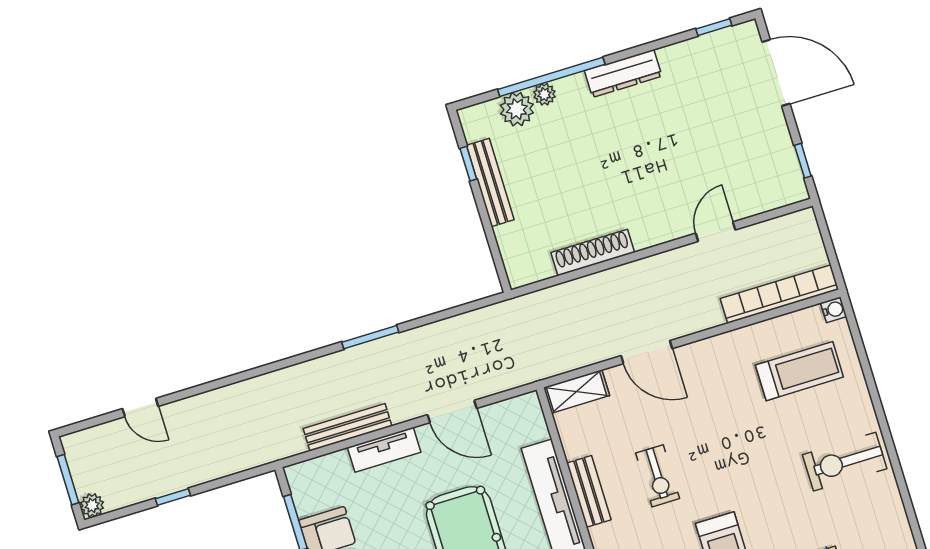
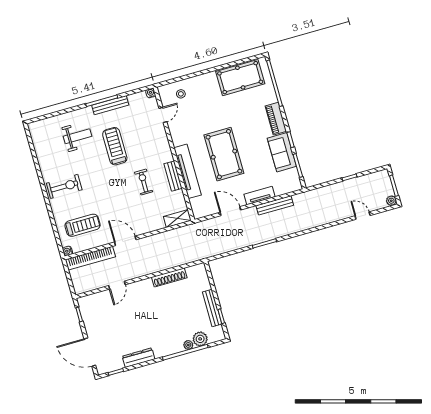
dresser: (623, 73) -> (139, 358), moved
door: (647, 352) -> (125, 241), moved
treadmill: (799, 371) -> (83, 225), turned 180
plant: (92, 505) -> (391, 201), moved

